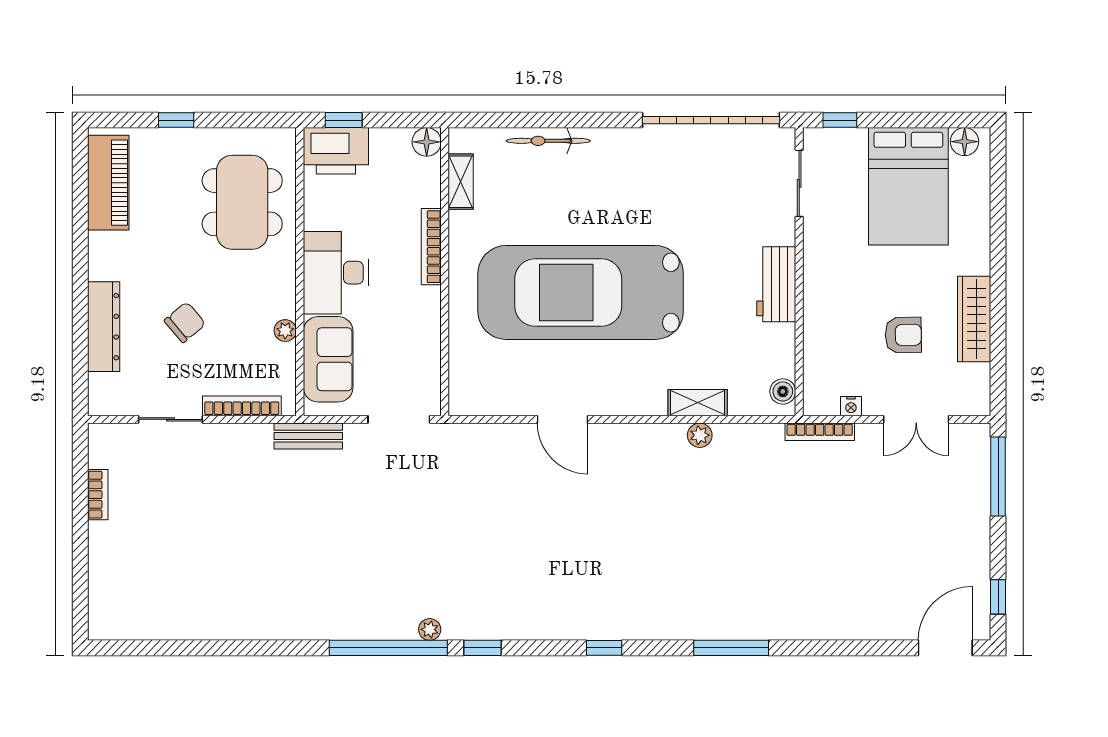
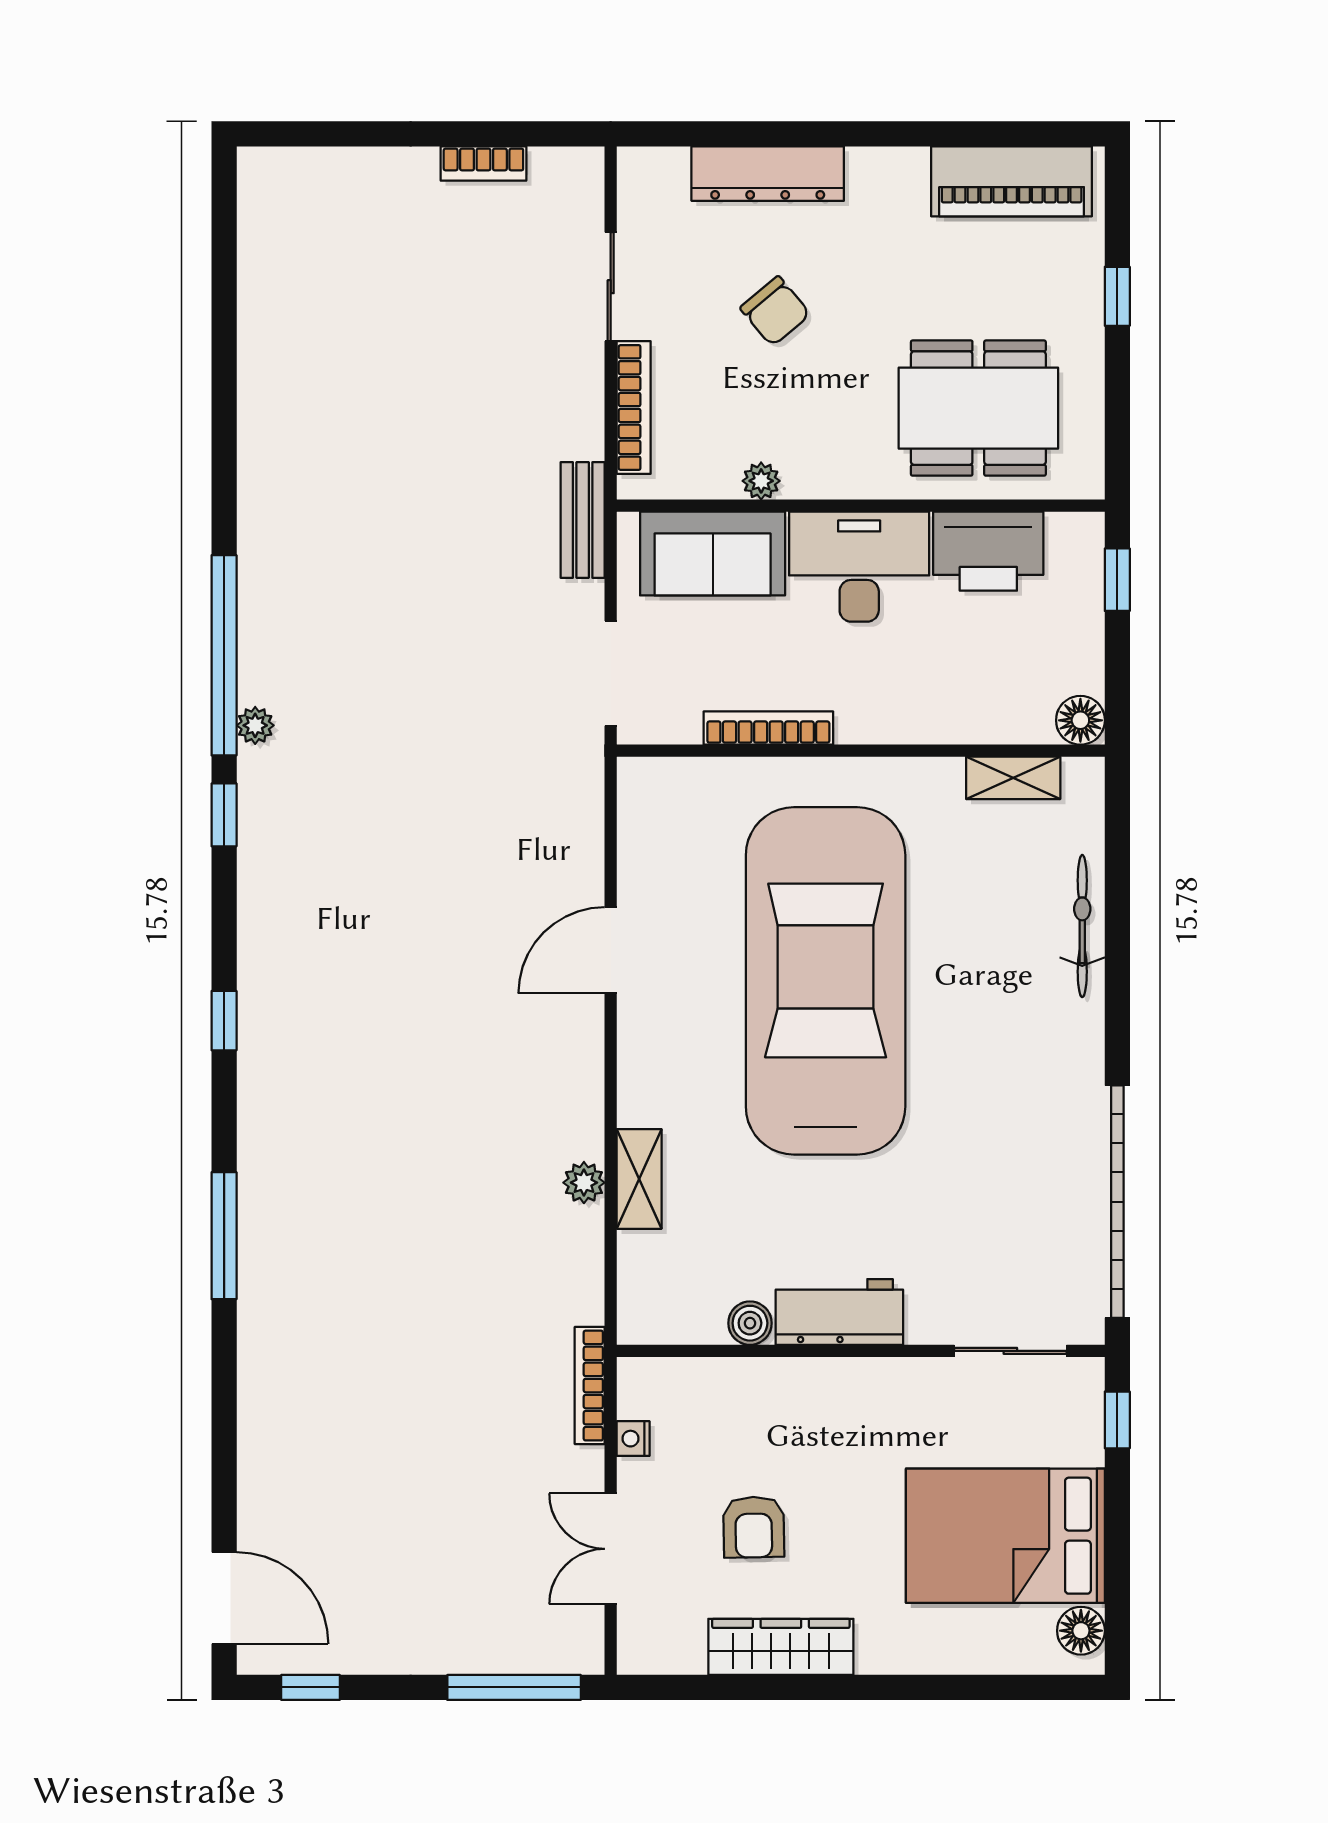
printer: (336, 151) -> (988, 551), moved, turned -90
bookcase: (431, 247) -> (768, 728), moved
boiler: (783, 391) -> (750, 1323), moved

